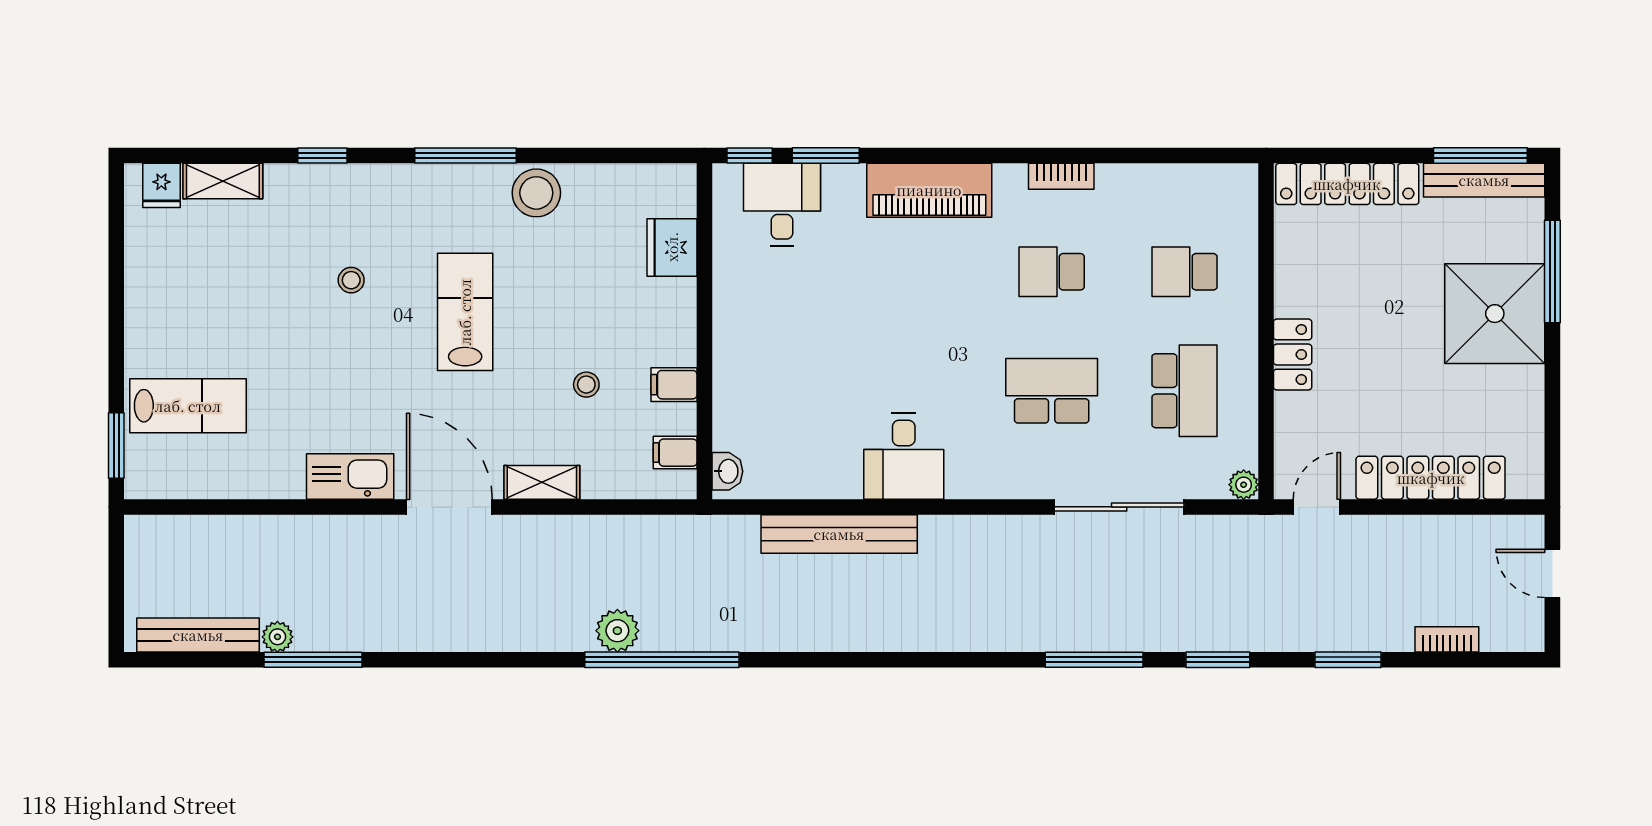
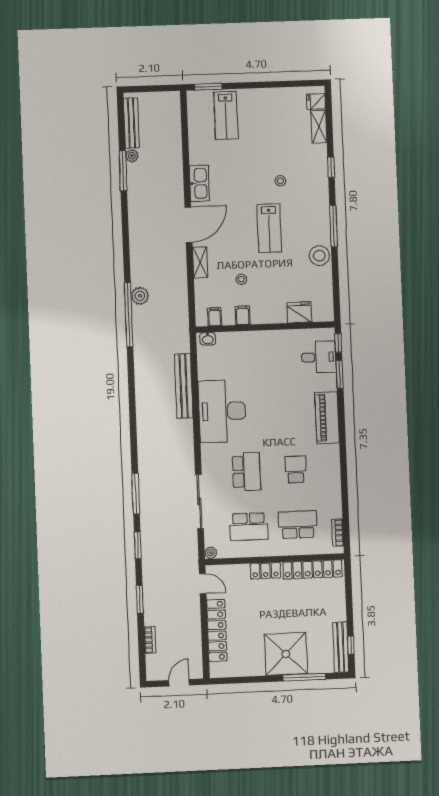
window: (1480, 156) -> (351, 645), width x0.46
bookcase: (1061, 176) -> (338, 533), moved
locker: (1347, 184) -> (313, 569), moved, turned -90
school desk: (1184, 272) -> (298, 525), width x1.85
lab bench: (465, 312) -> (269, 228), turned 90
desk: (904, 456) -> (222, 411), width x1.87, depth x1.30

